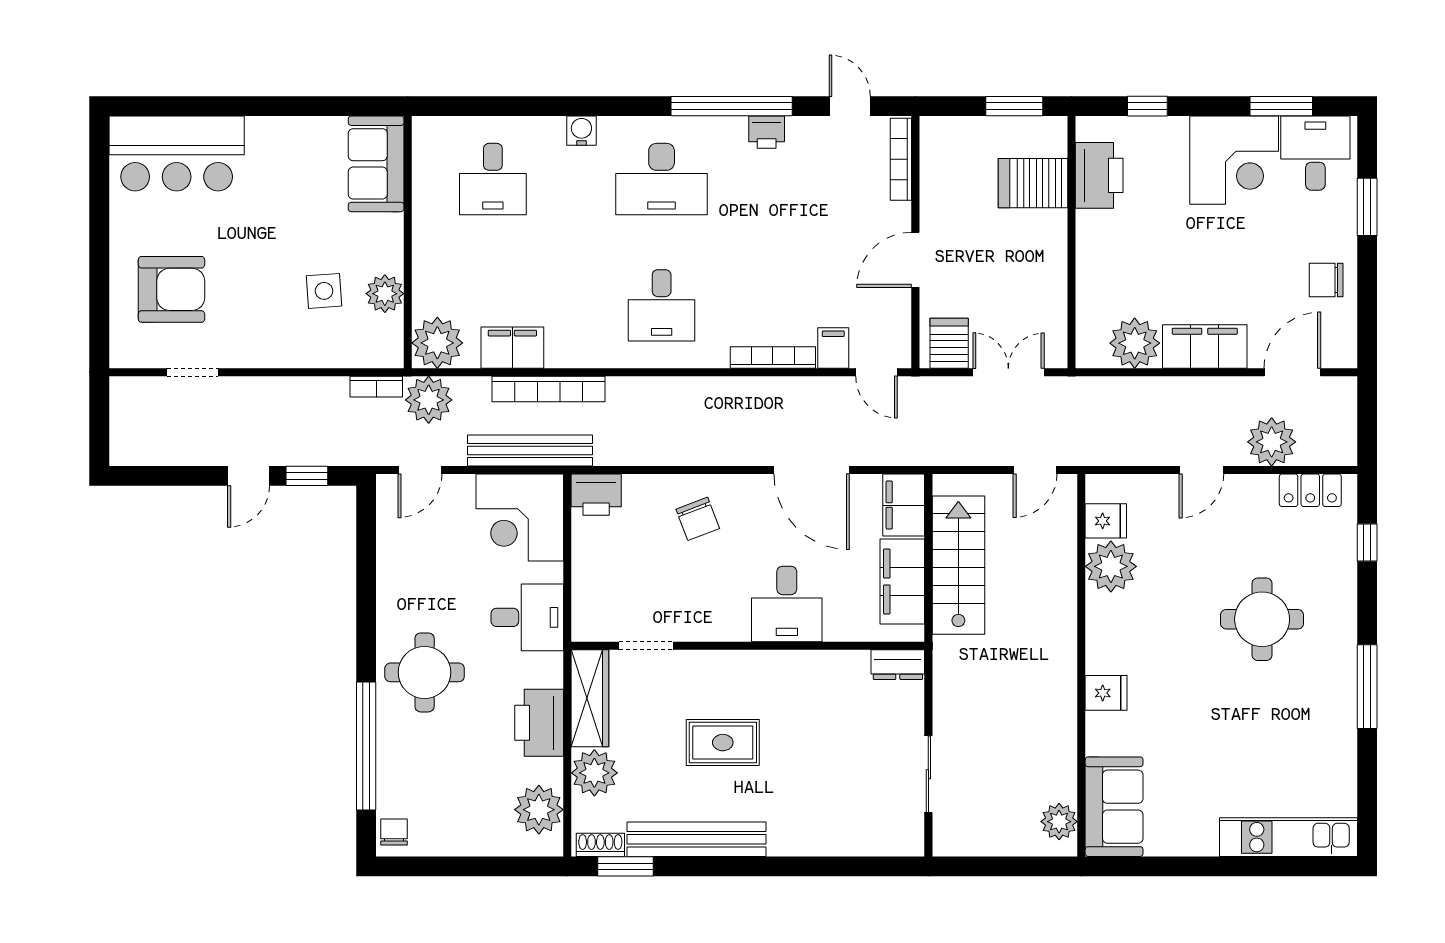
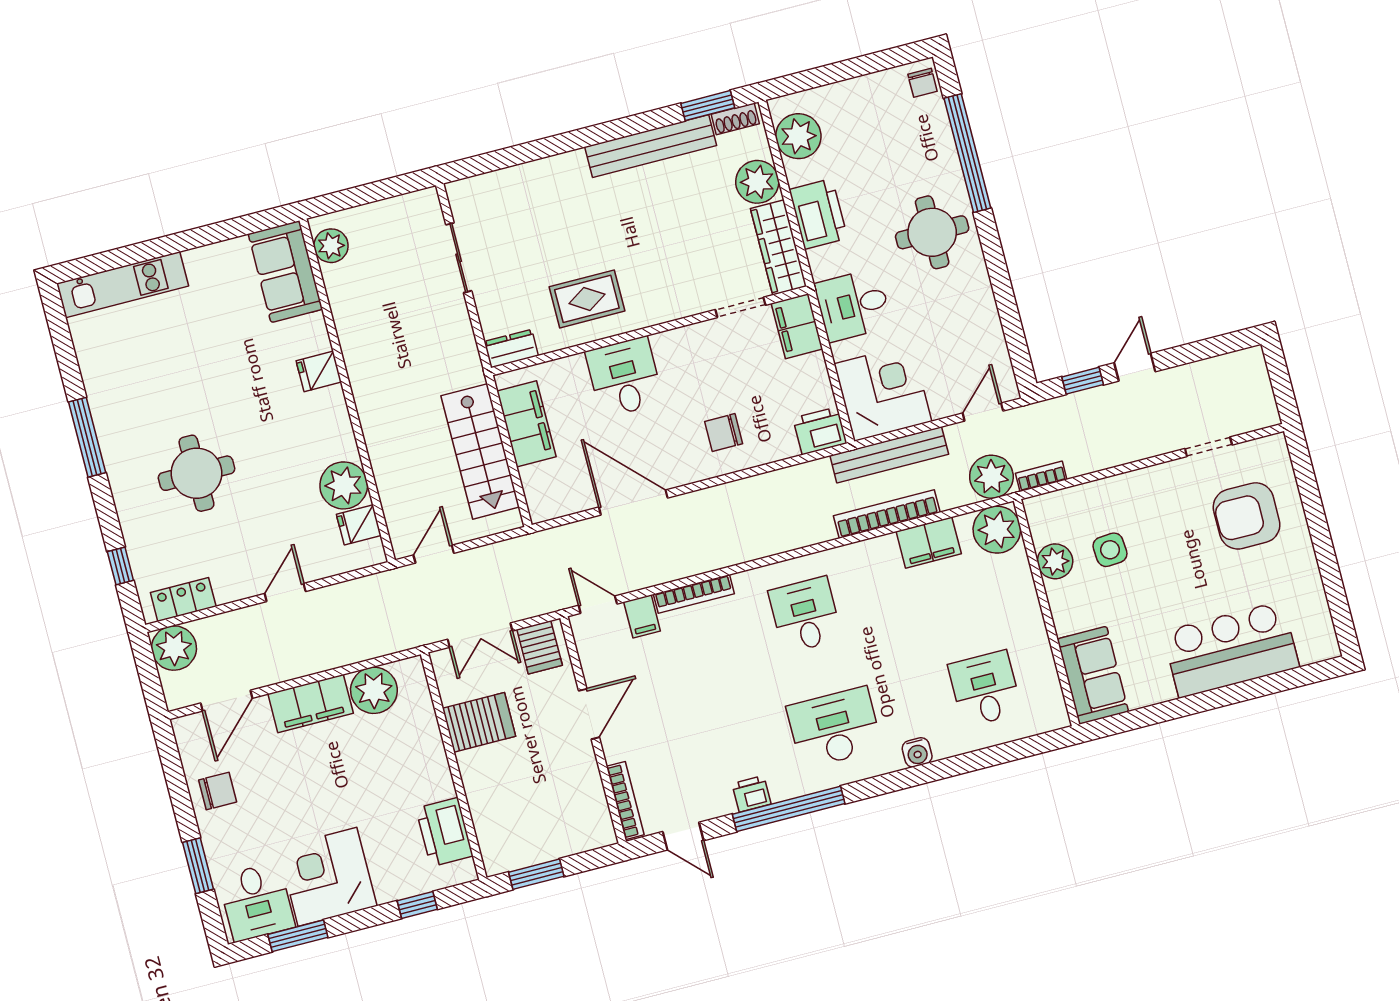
bar counter: (177, 153) -> (1231, 649), moved
server rack: (1033, 183) -> (479, 722), moved
plant: (1272, 442) -> (174, 648), moved
filing cabinet: (904, 505) -> (797, 326), moved, turned 180
chair: (698, 519) -> (724, 433), turned -69
rug: (723, 743) -> (587, 299), moved

